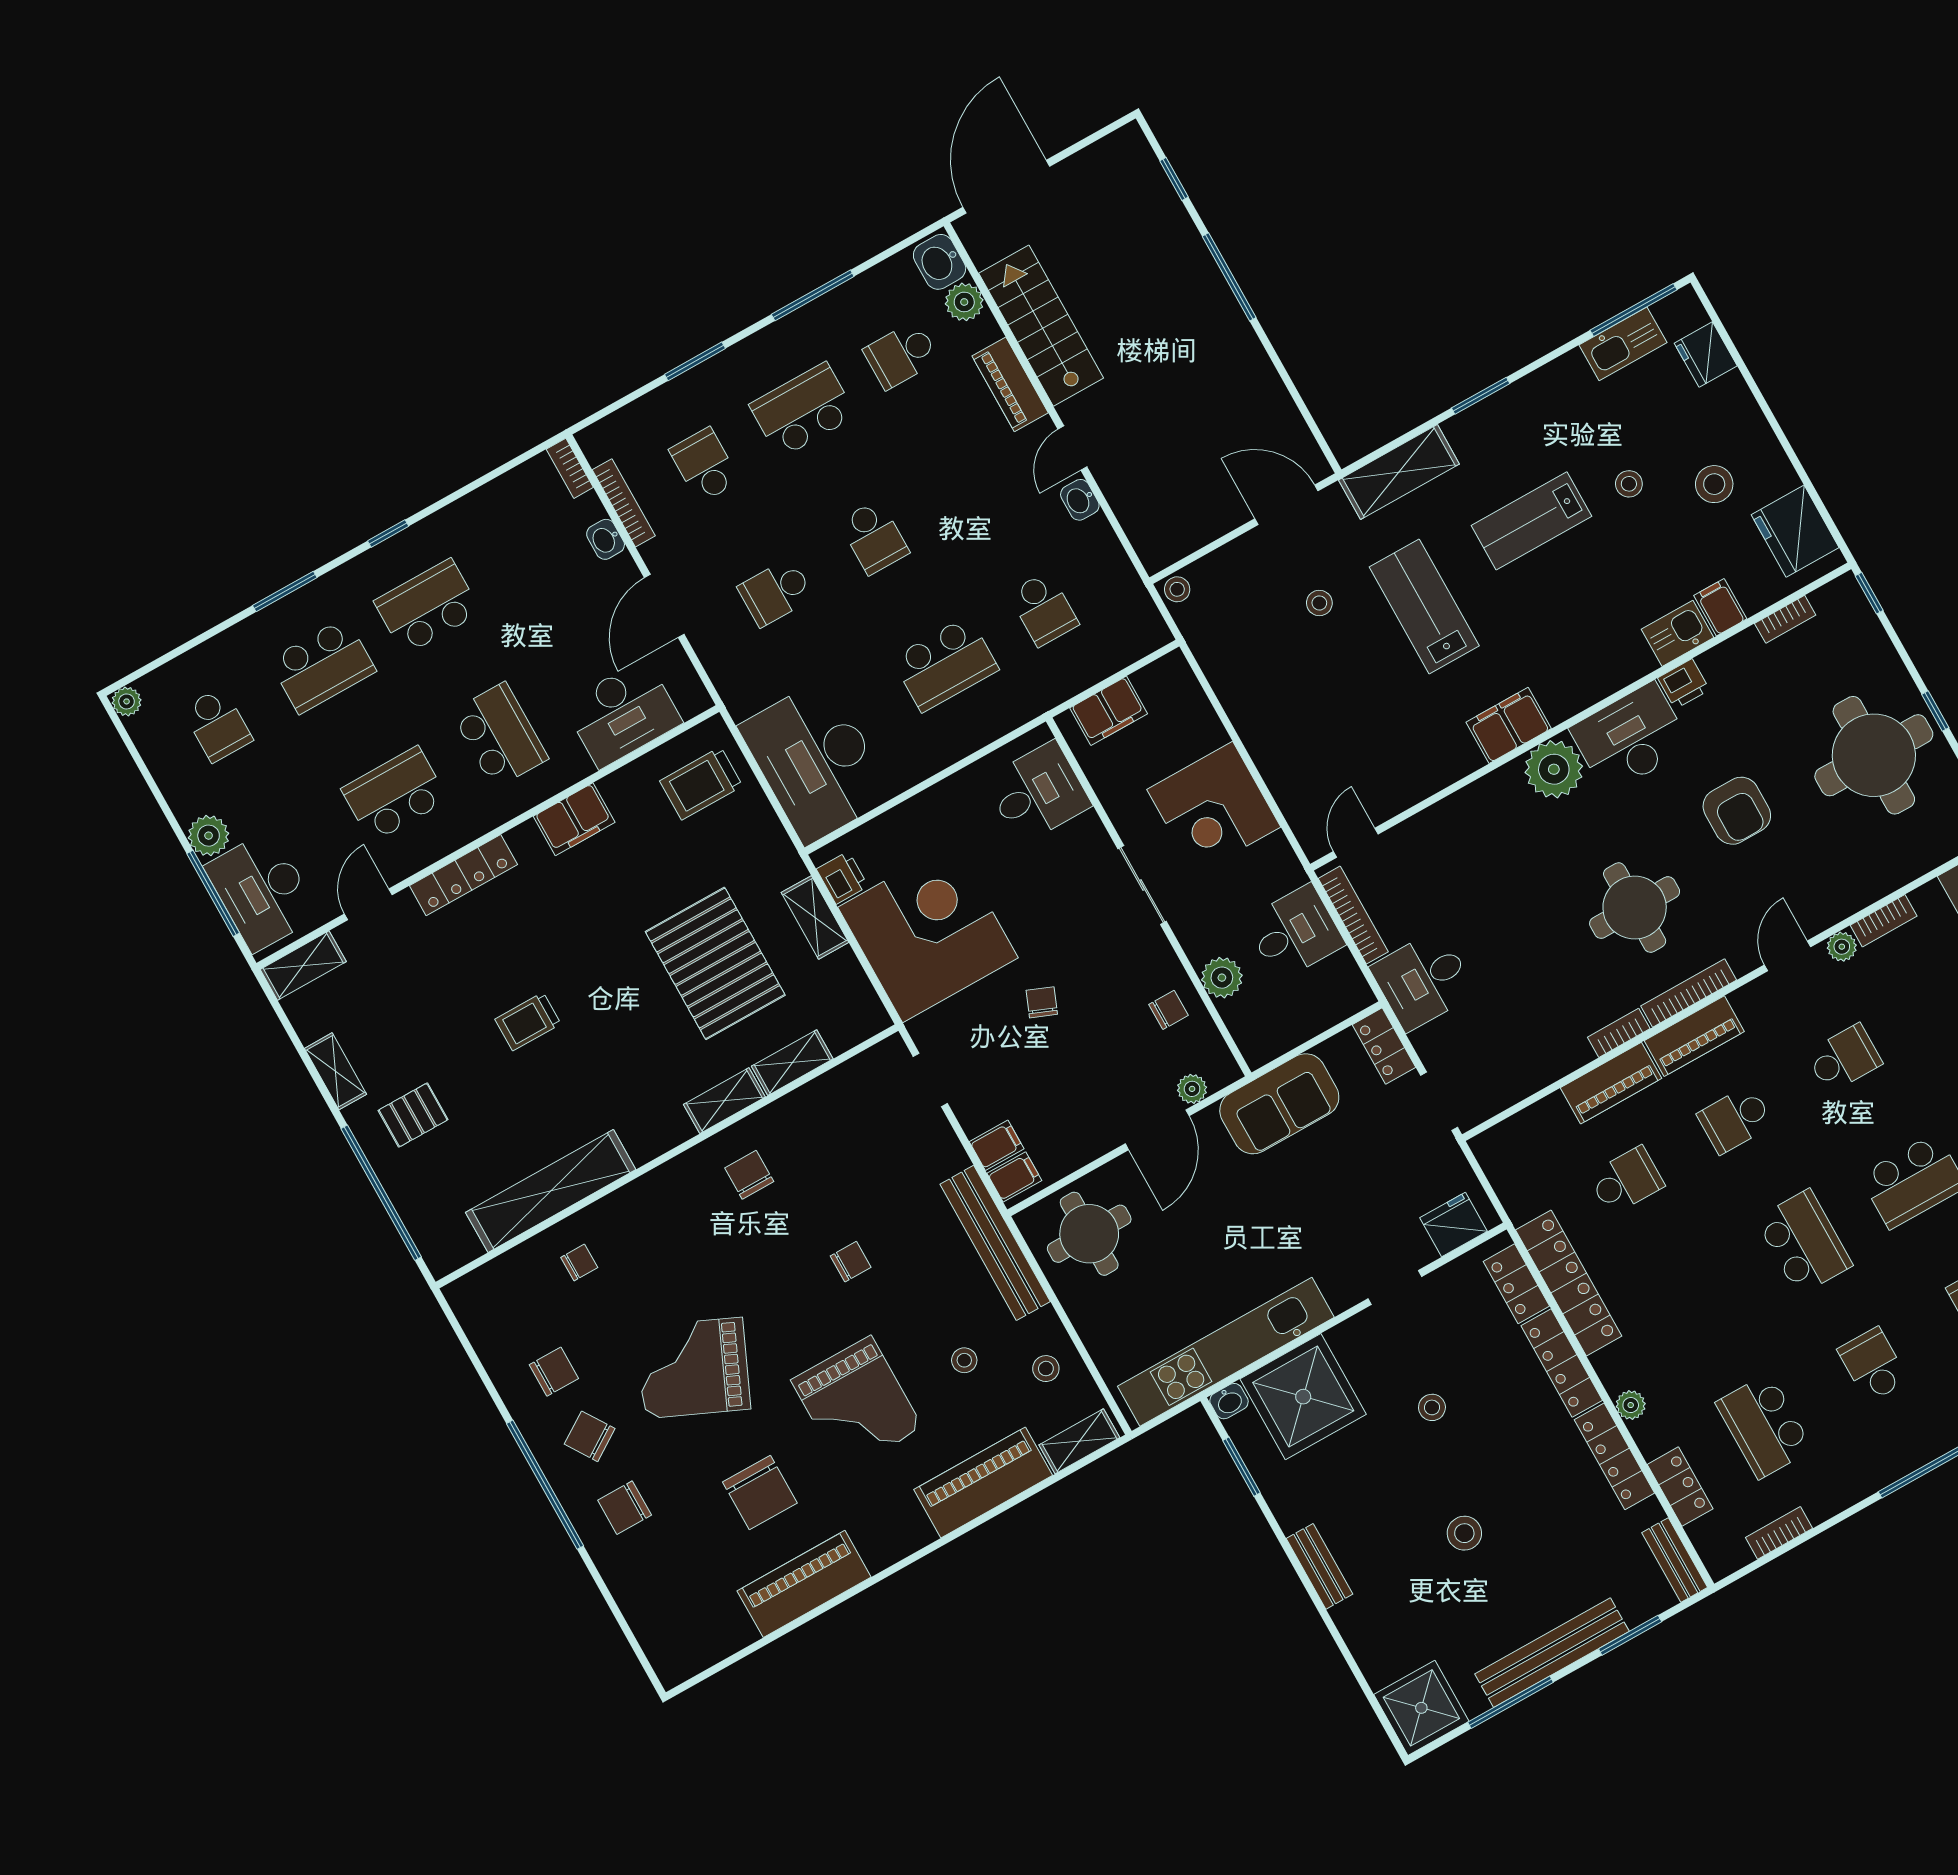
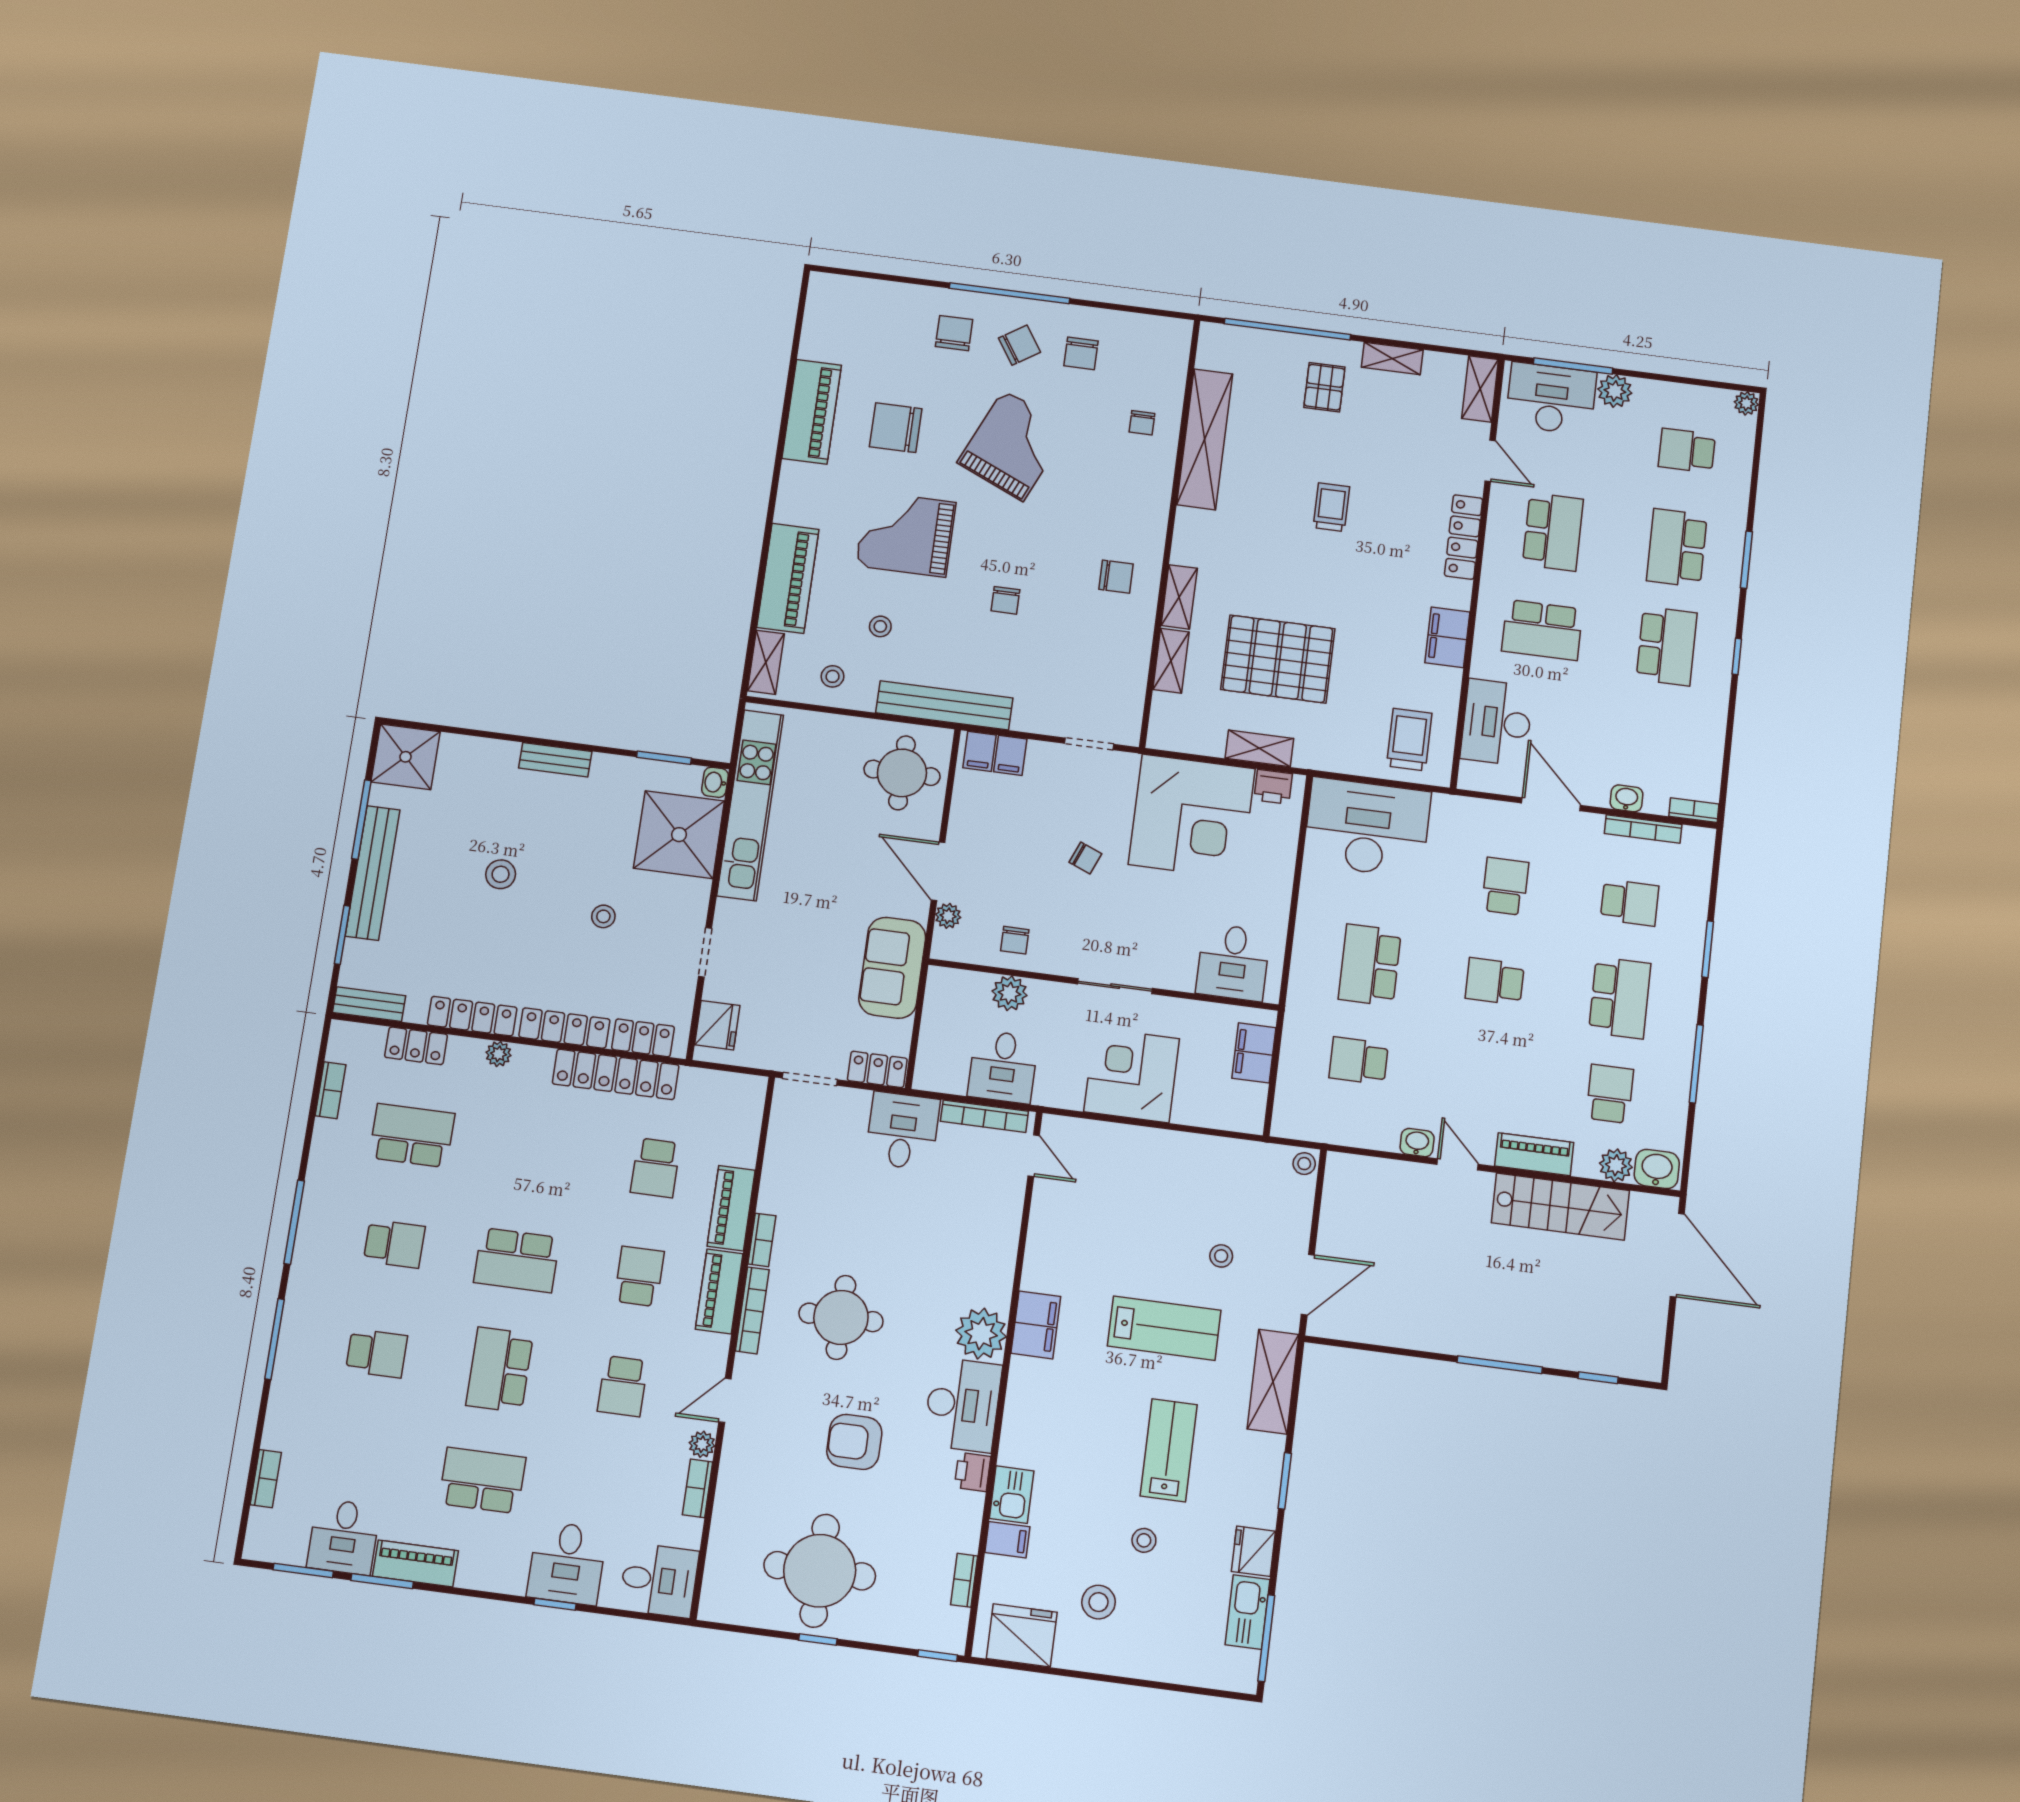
fridge: (1706, 355) -> (1253, 1551), moved, turned -90
door: (1787, 956) -> (725, 1400), swing flipped

